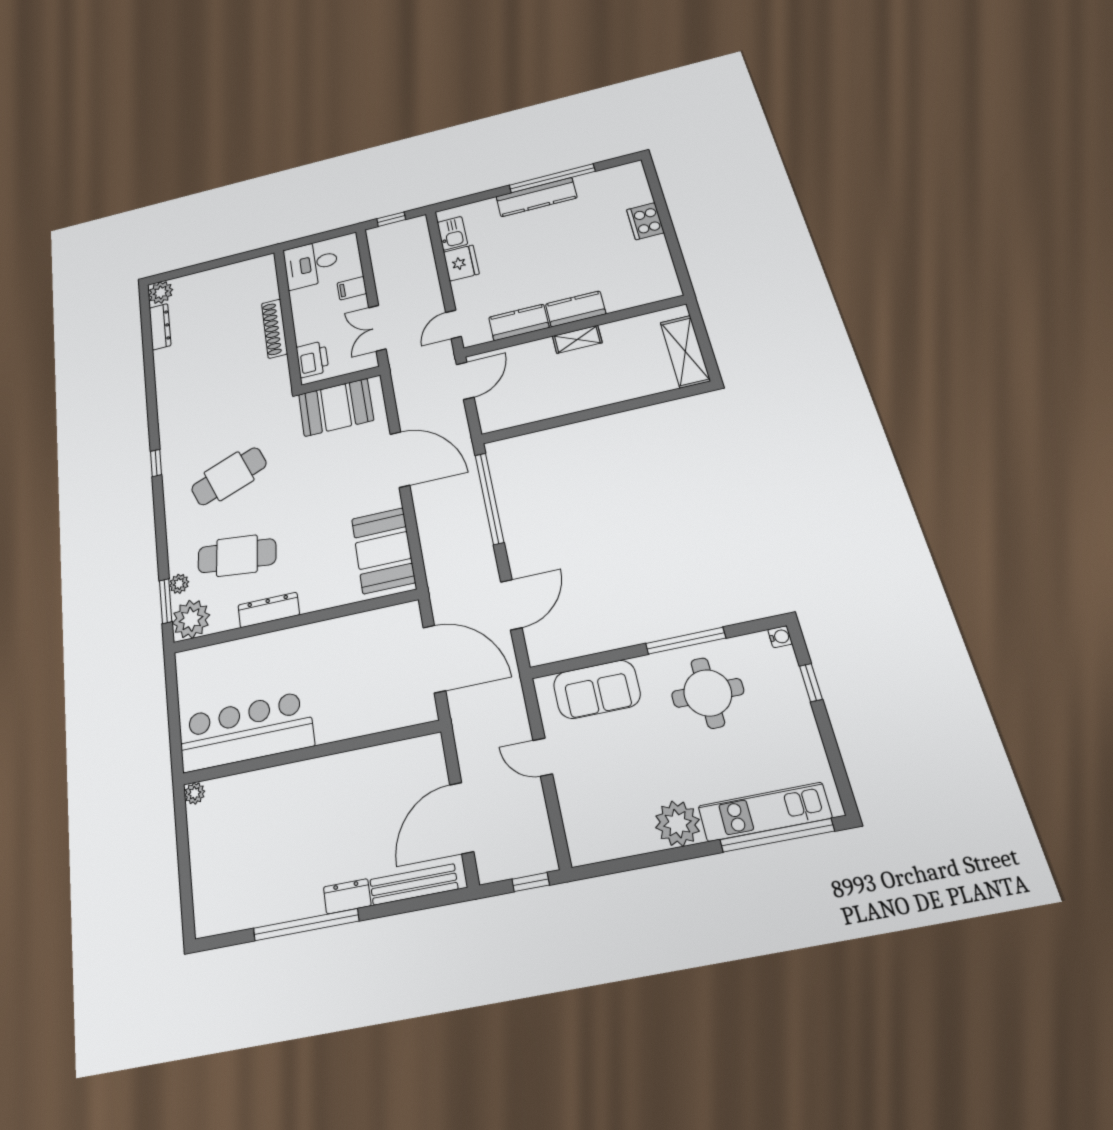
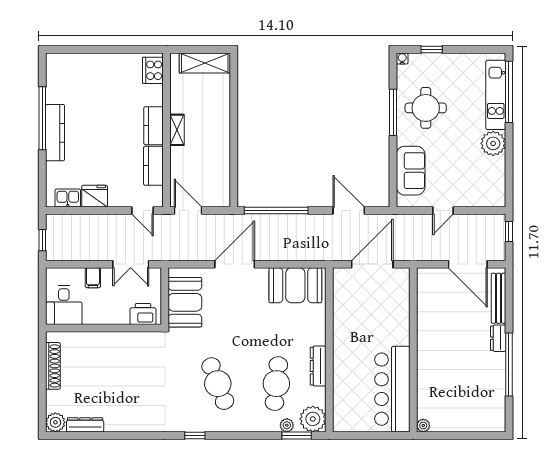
cooker: (645, 221) -> (153, 70), moved, turned 90
shoe rack: (274, 329) -> (53, 366), moved, turned -90

